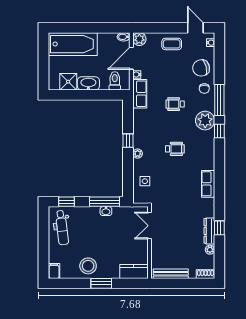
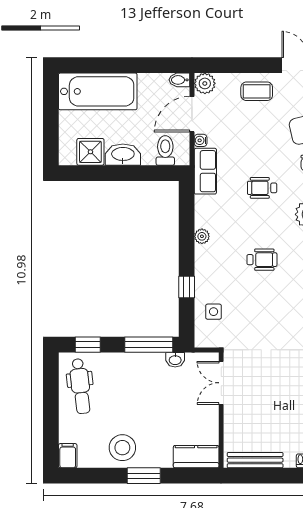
window: (128, 141) -> (187, 287), moved
plant: (138, 154) -> (202, 236), moved
washbasin: (106, 211) -> (175, 360), moved

